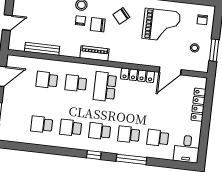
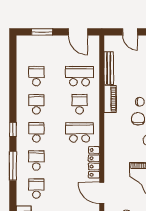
piano: (94, 53) -> (110, 99), moved
school desk: (47, 80) -> (80, 76), width x1.85

